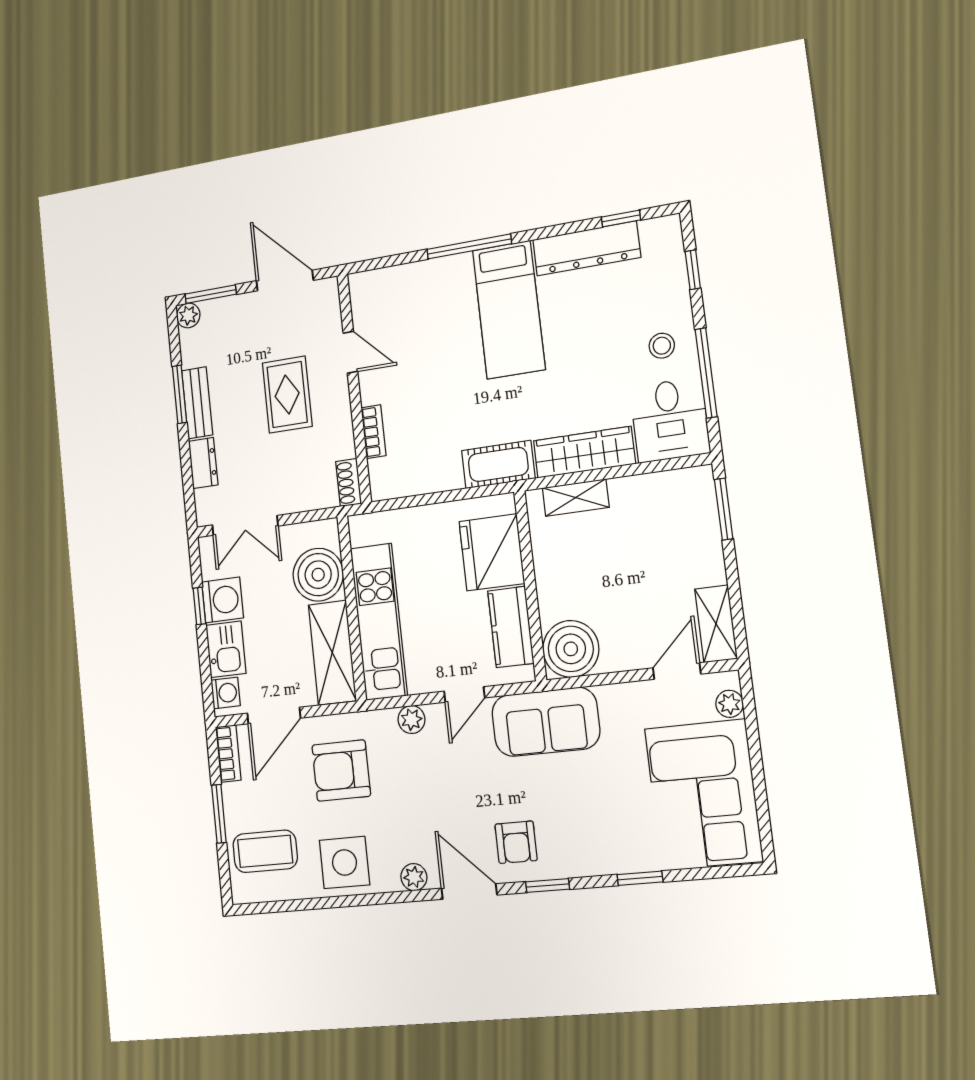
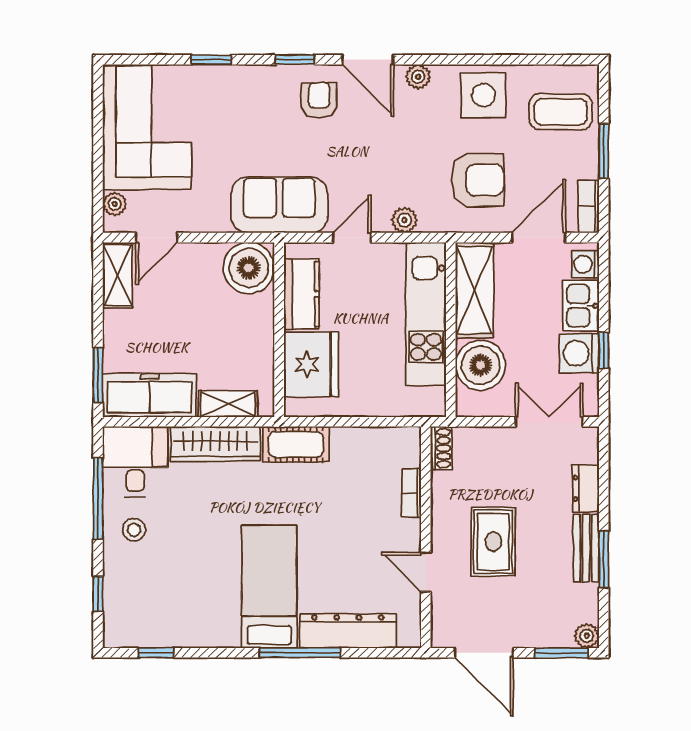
dresser: (586, 248) -> (348, 631), moved
freezer: (663, 495) -> (149, 395), added

